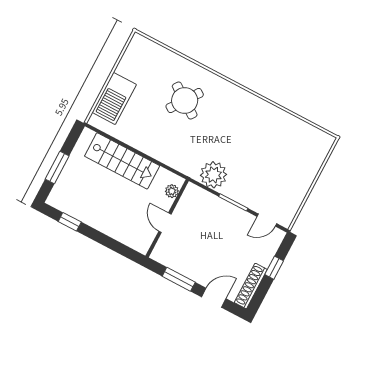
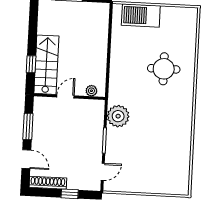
round table: (185, 101) -> (164, 69), turned -35
stairs: (122, 161) -> (46, 65), moved, turned 180
door: (267, 220) -> (103, 172), swing flipped
window: (70, 222) -> (31, 64), moved

